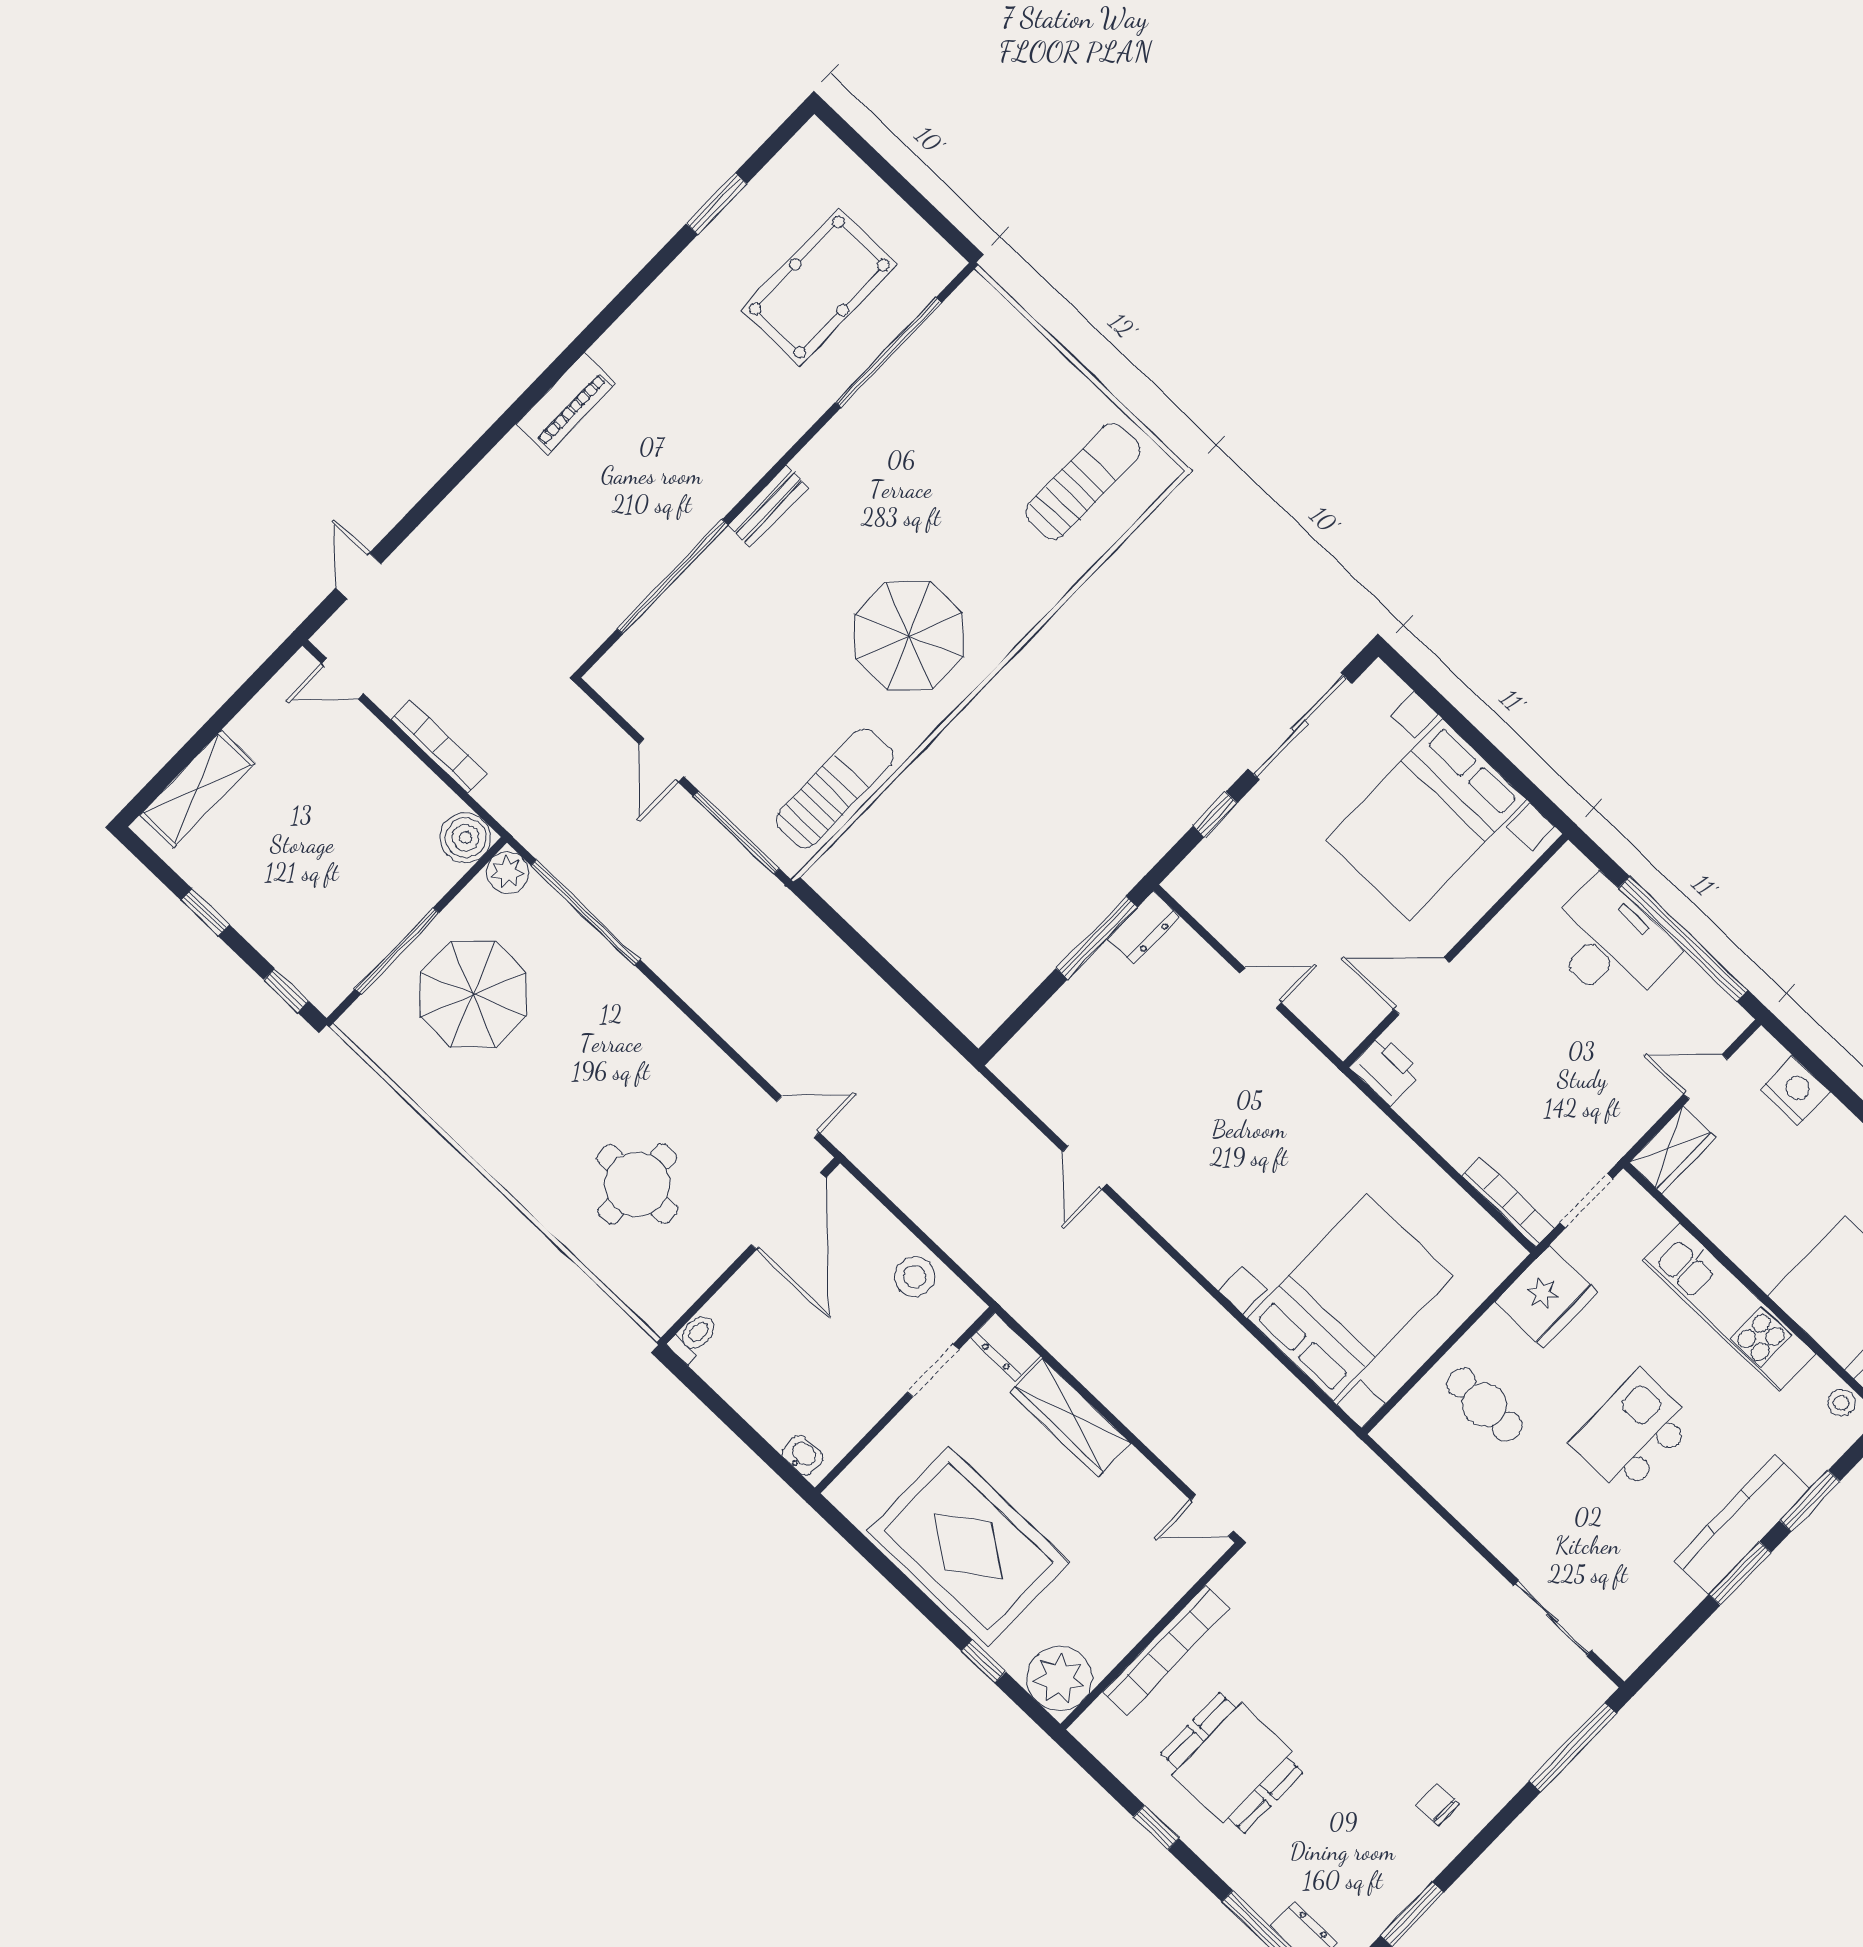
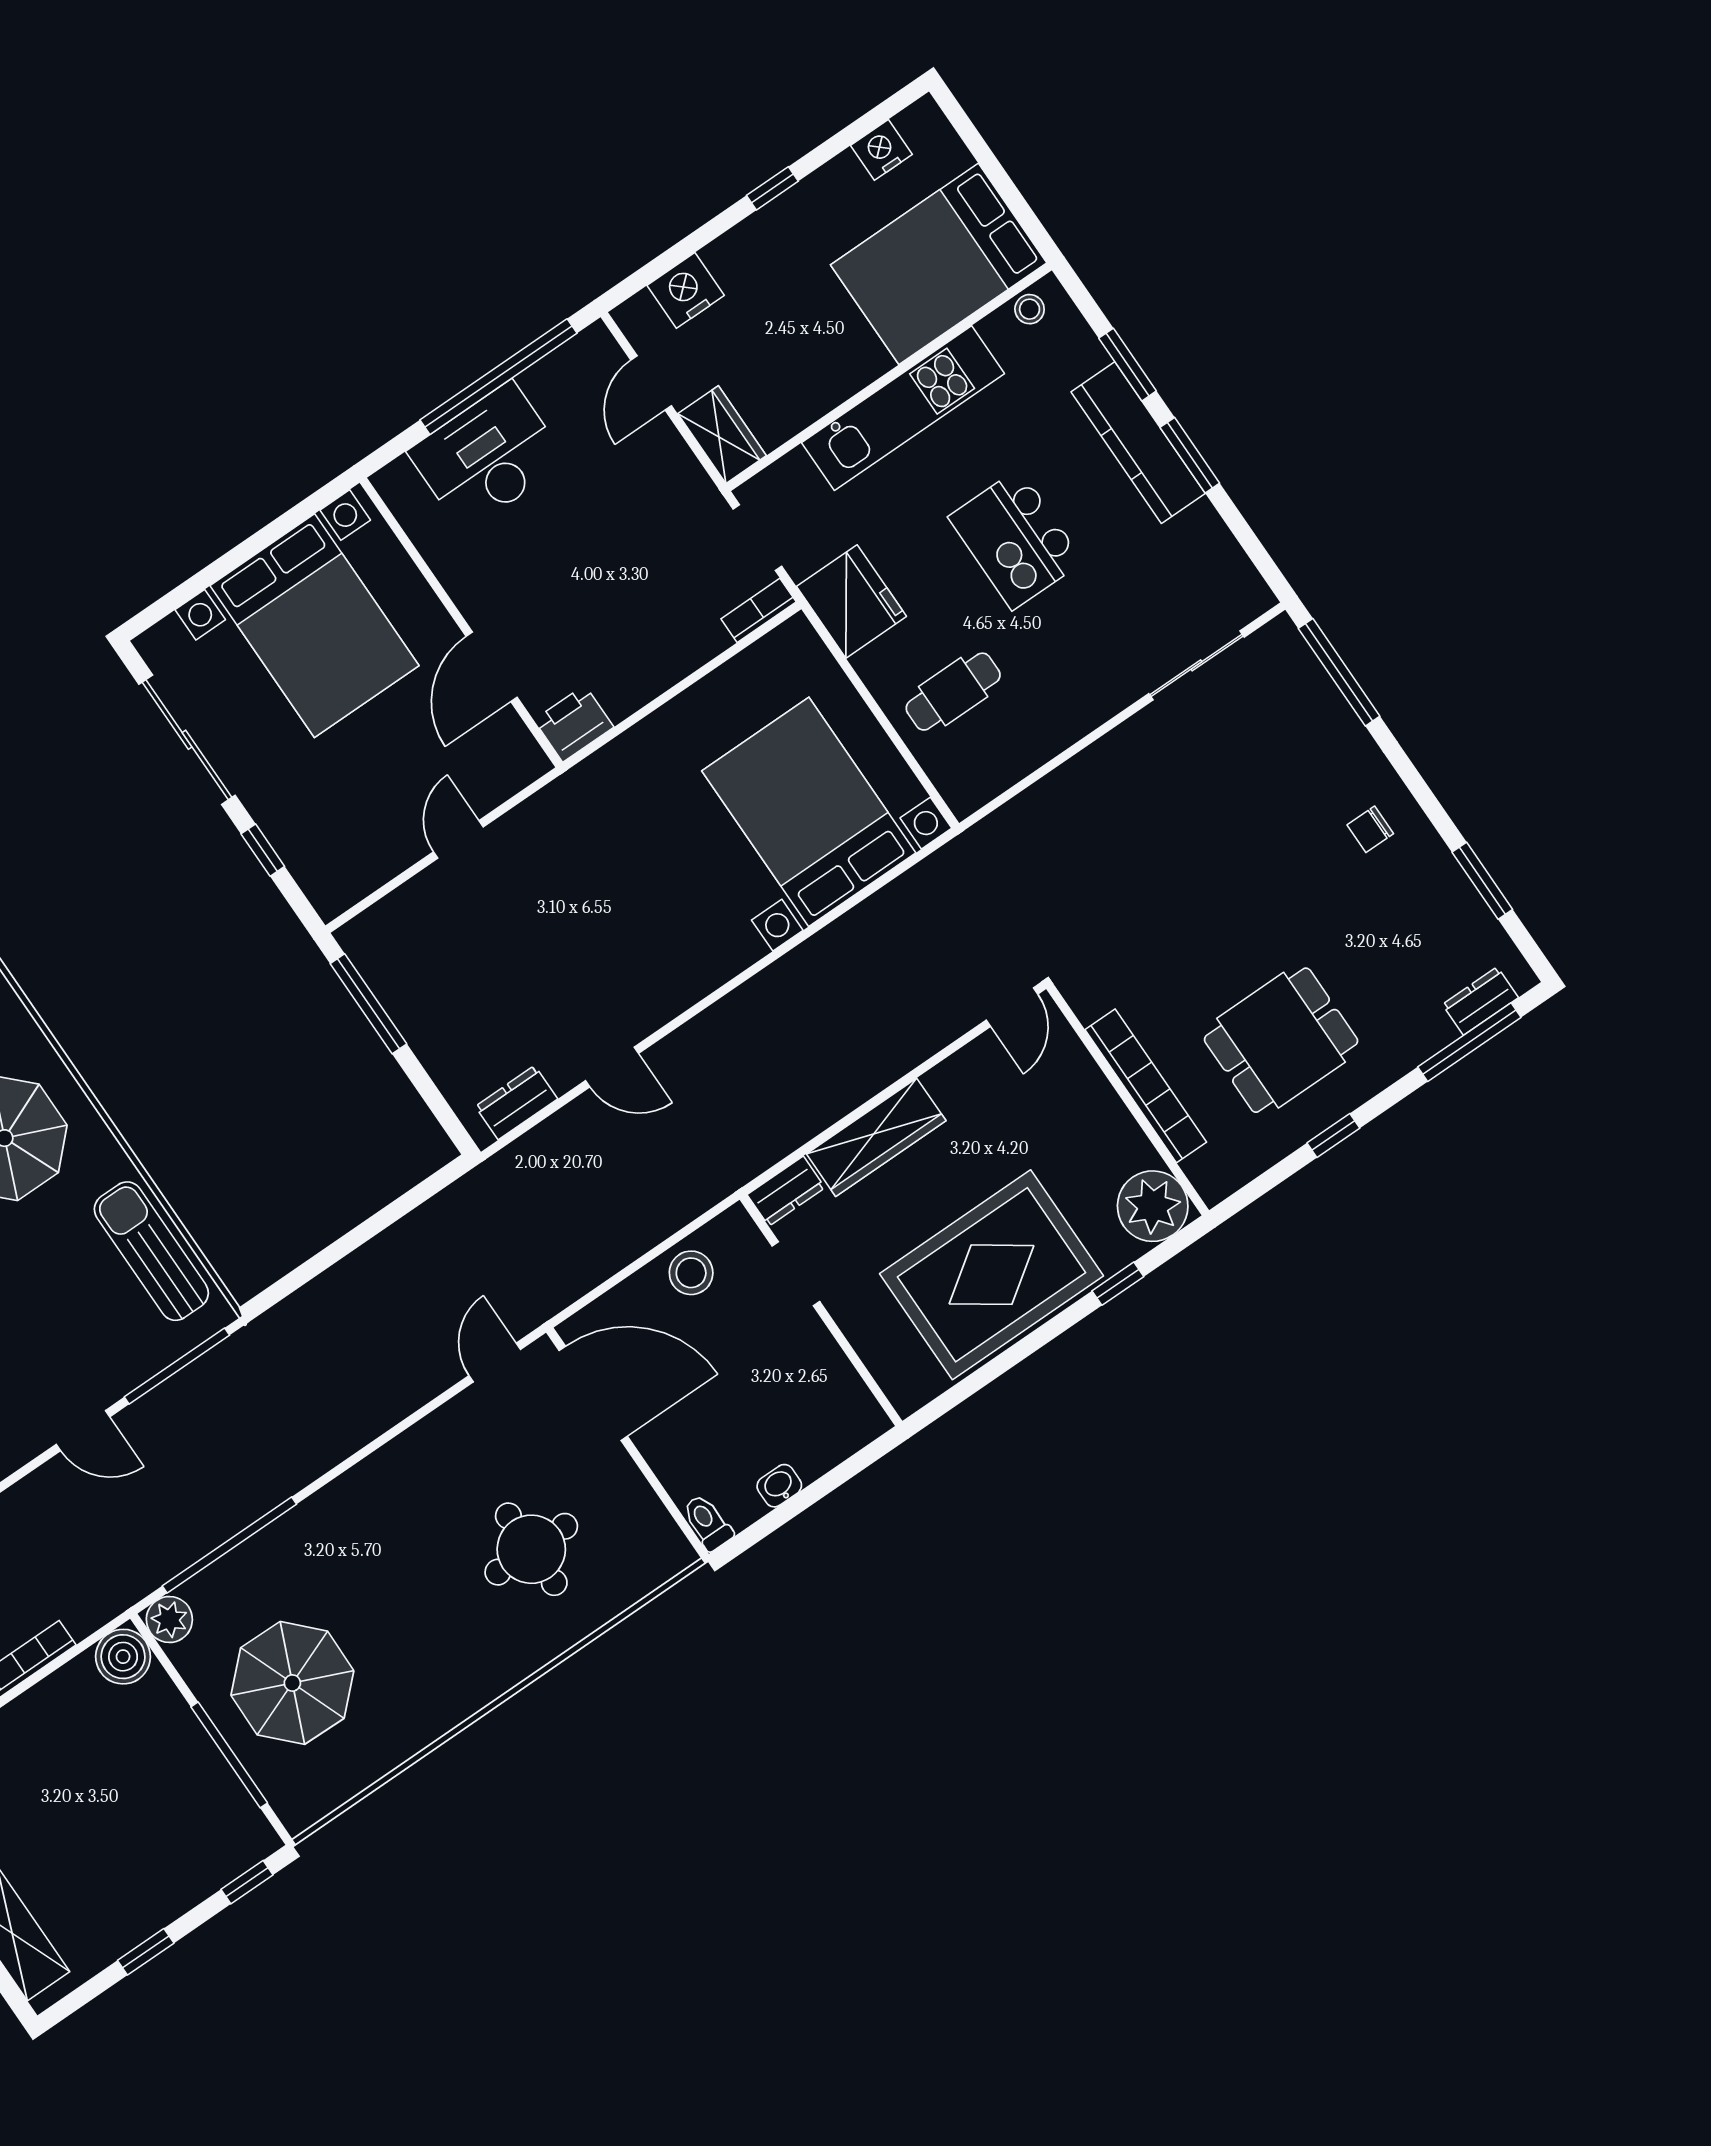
dresser: (1144, 927) -> (516, 1103), moved, turned -90
bookcase: (1508, 1202) -> (759, 610), width x0.64
washbasin: (803, 1455) -> (779, 1486), moved

